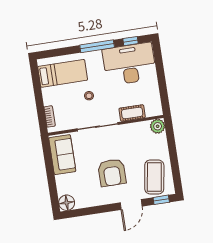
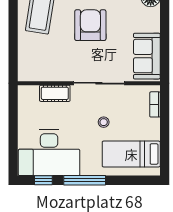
plant: (158, 126) -> (27, 72), removed

